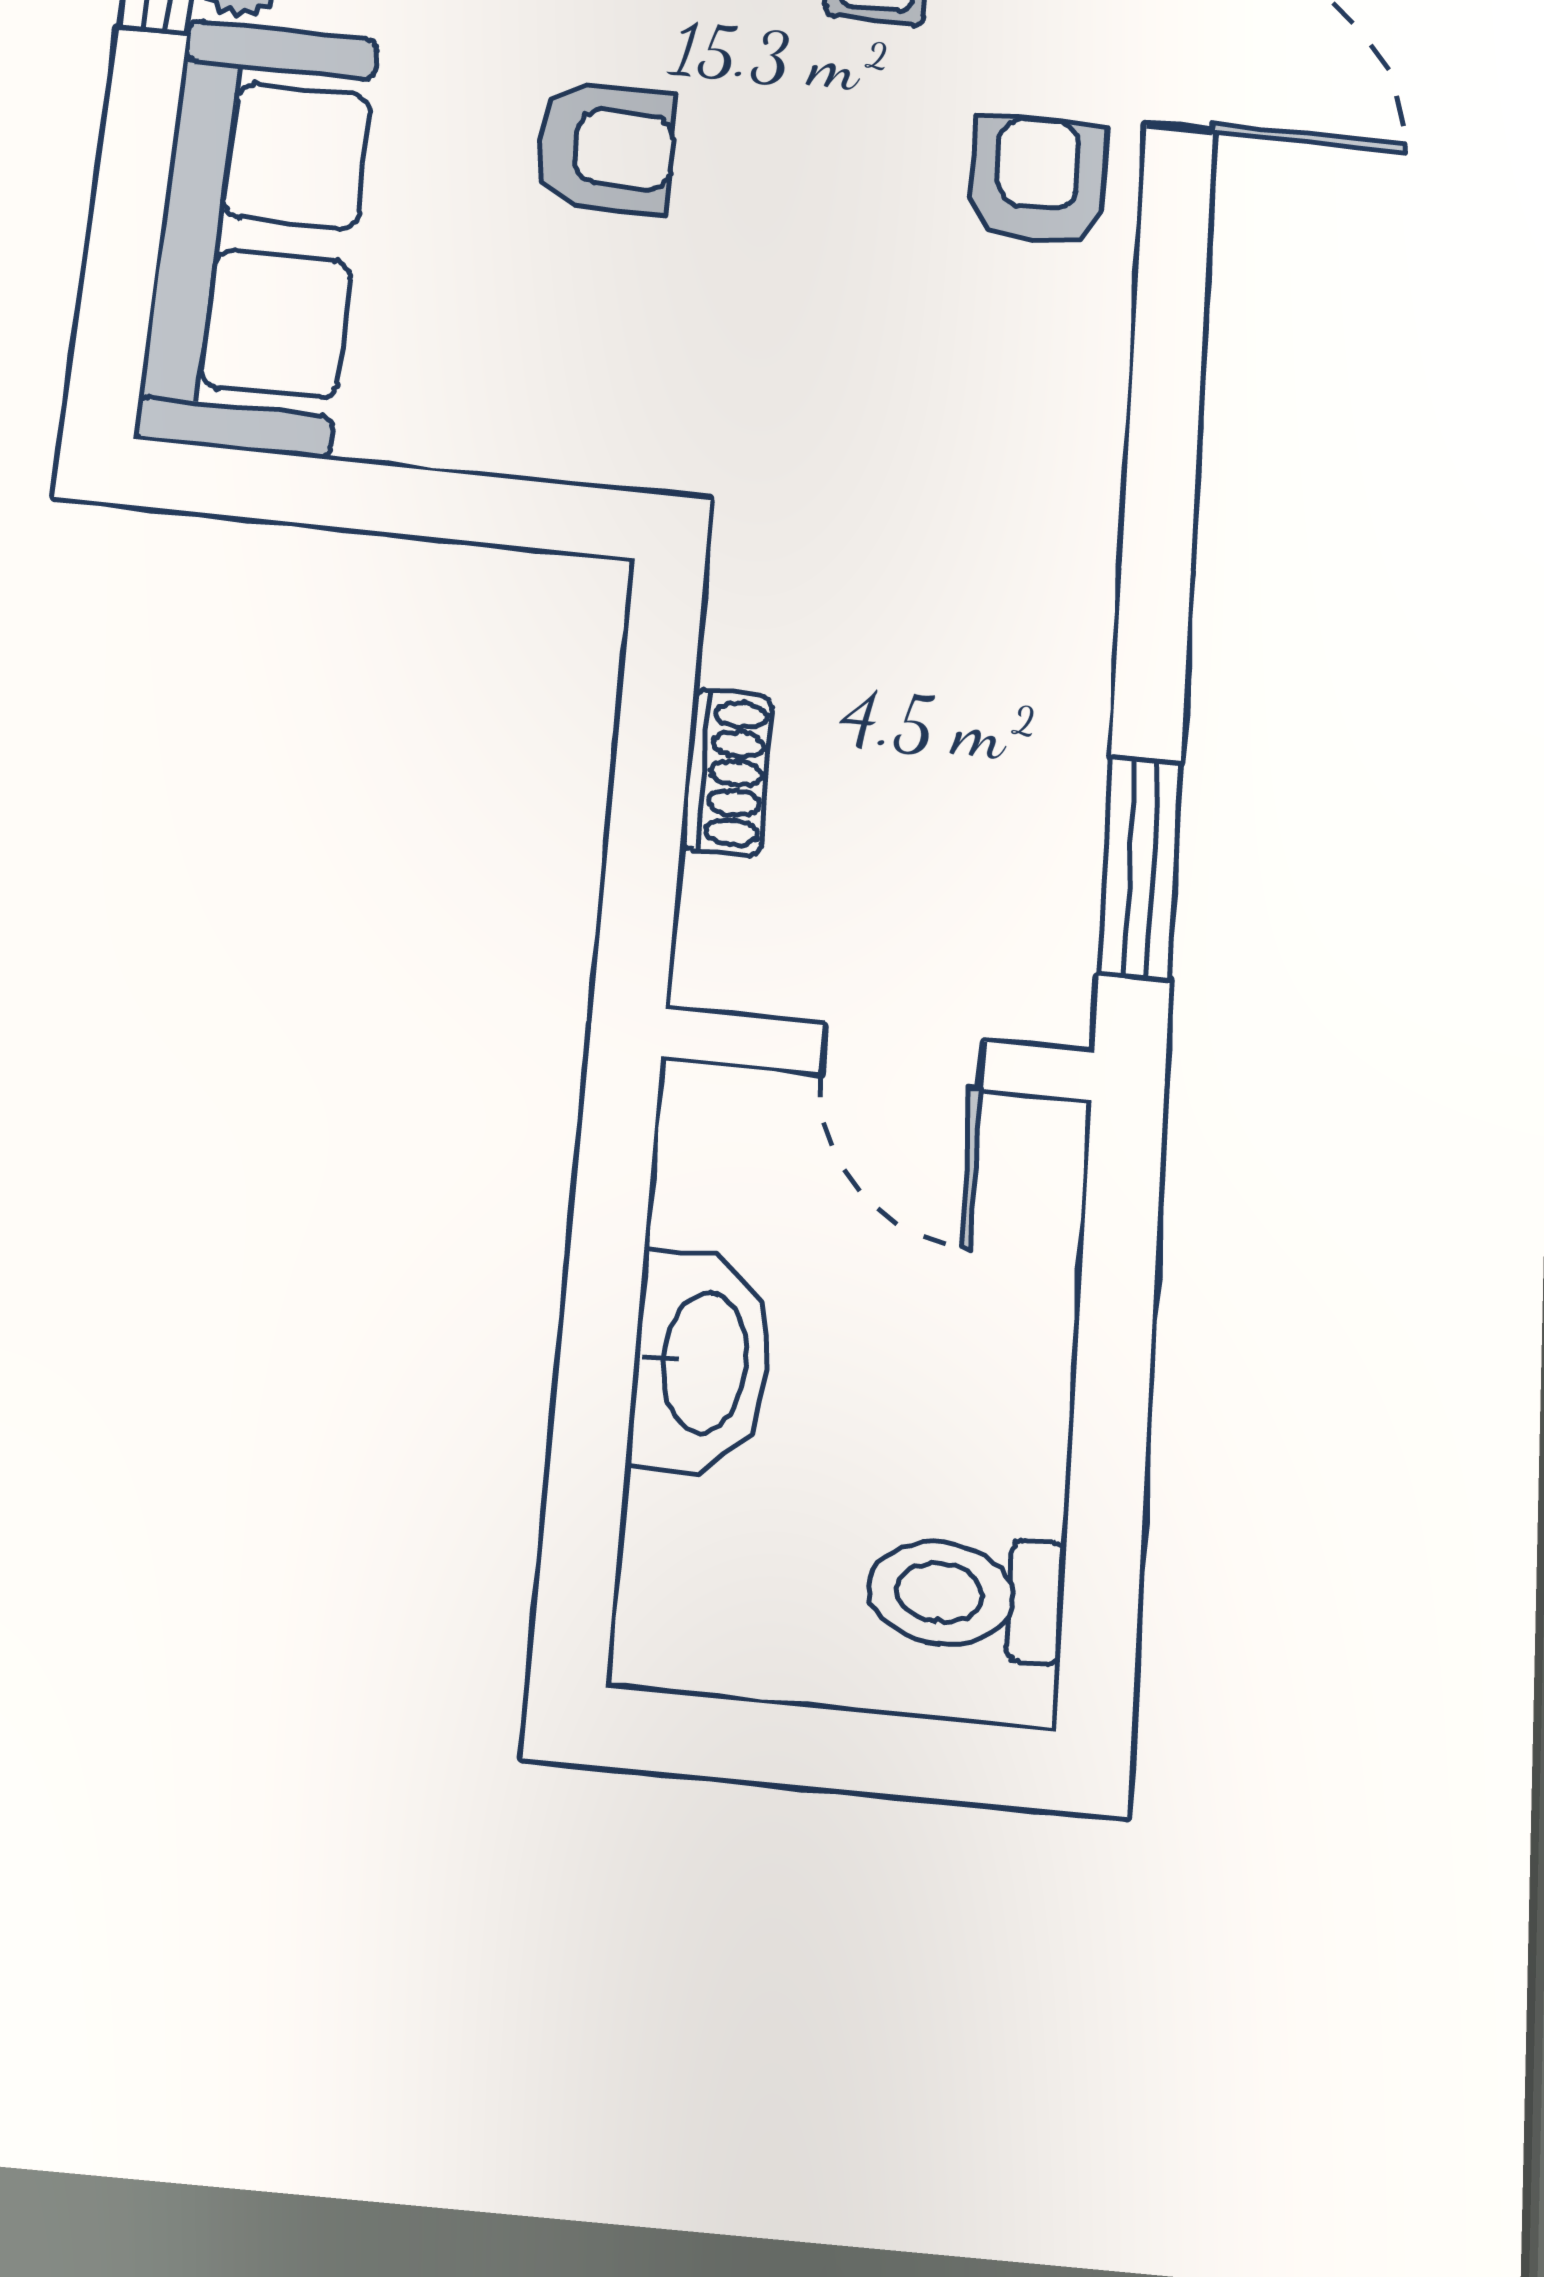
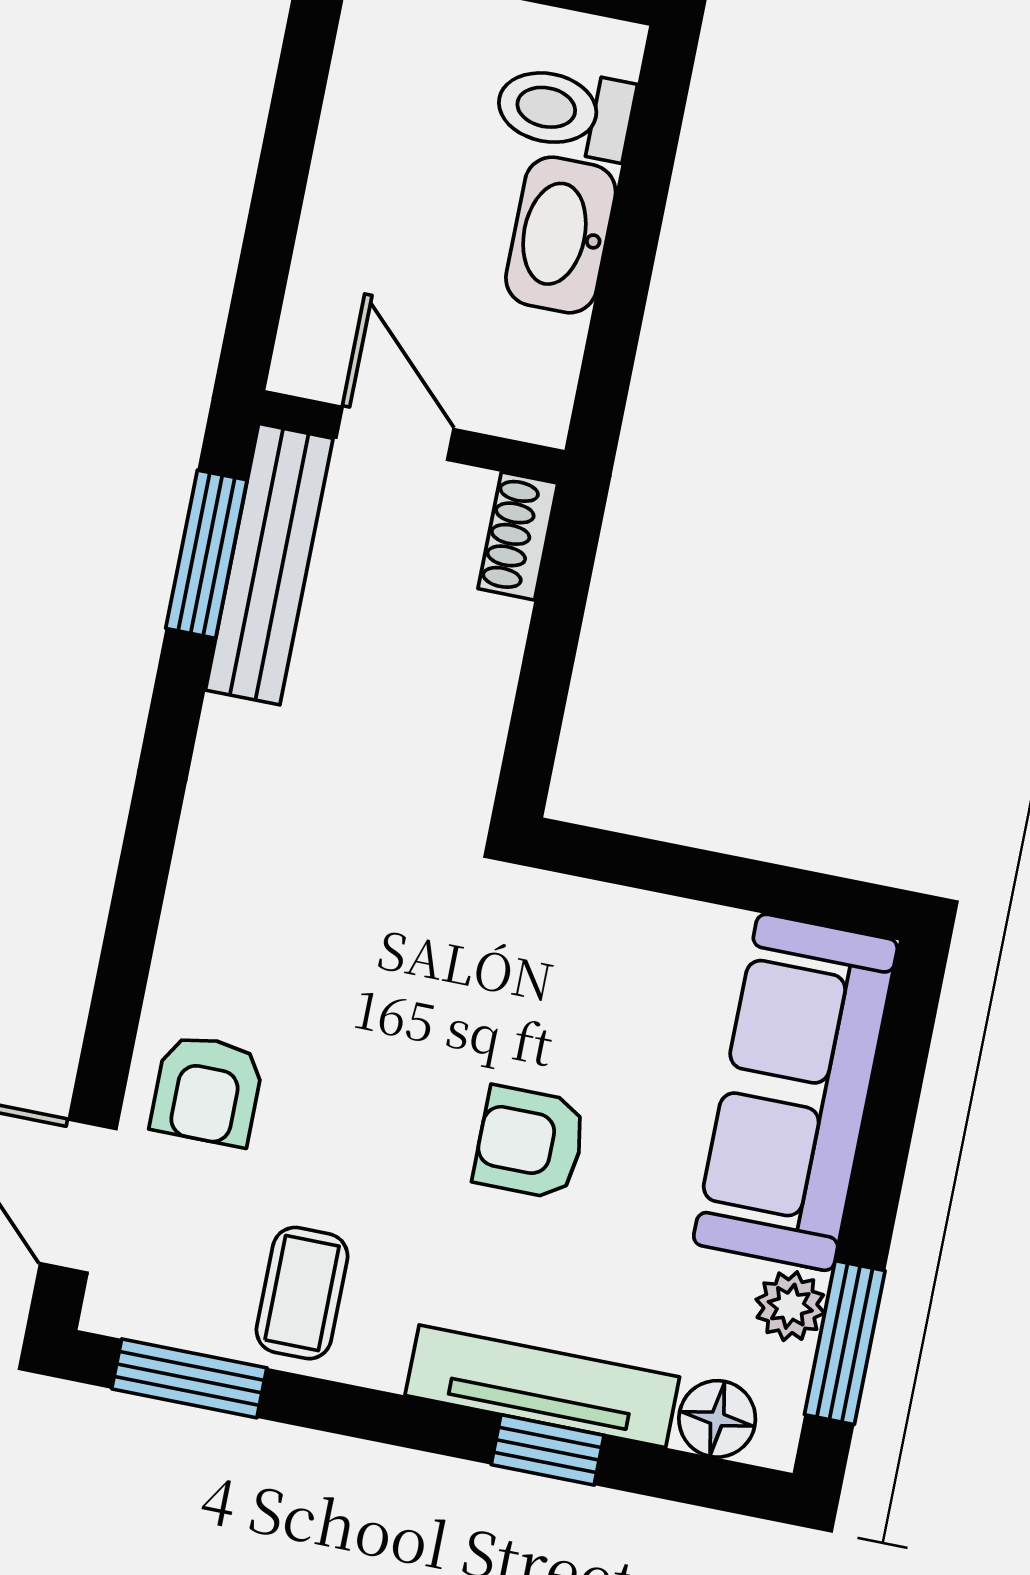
shoe rack: (727, 772) -> (518, 536), moved
bench: (1052, 862) -> (269, 564), added
toilet: (966, 1595) -> (565, 111), moved, turned 180

